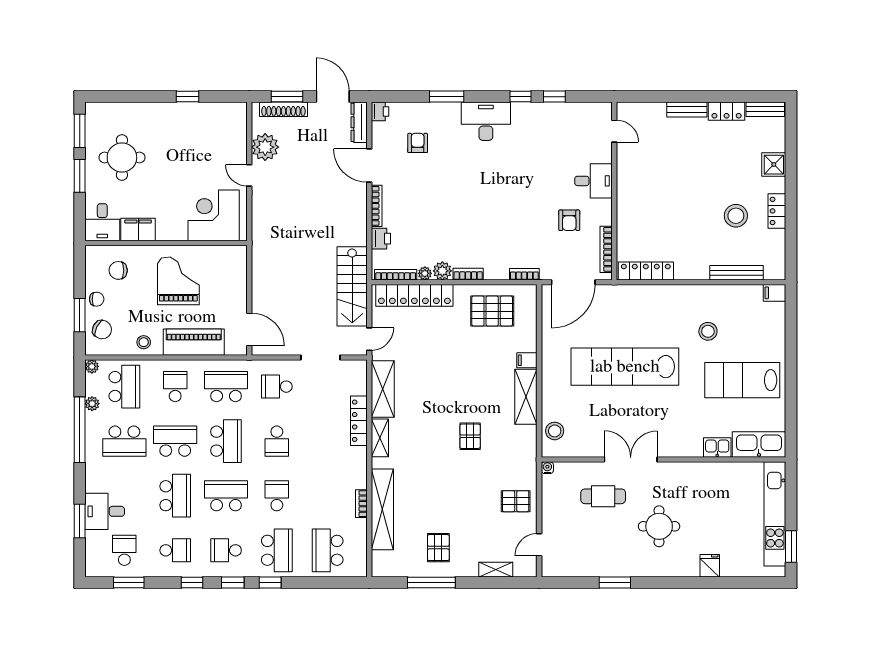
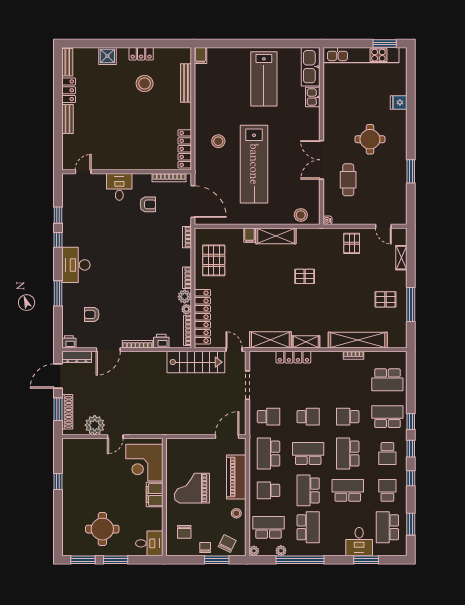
filing cabinet: (138, 229) -> (155, 494), moved
stool: (708, 331) -> (218, 141), moved
school desk: (277, 387) -> (269, 417), turned -90
school desk: (124, 550) -> (387, 527), width x1.85

